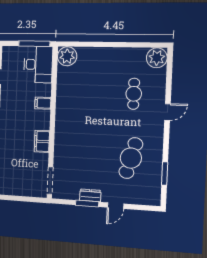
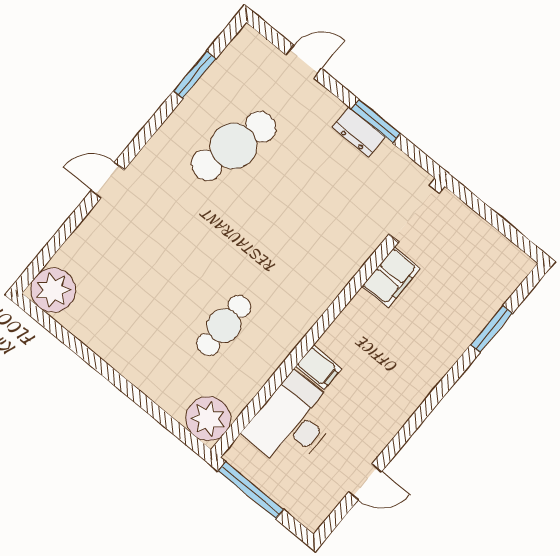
desk: (38, 64) -> (293, 422), moved
cafe table: (134, 94) -> (224, 326), moved
filing cabinet: (42, 141) -> (391, 277), moved
door: (116, 206) -> (304, 62), moved

